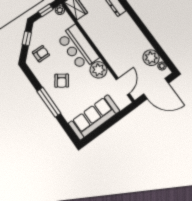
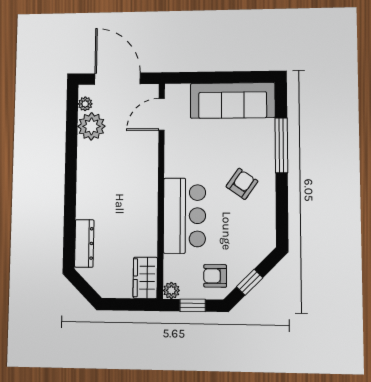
armchair: (41, 54) -> (215, 276), moved
plant: (98, 70) -> (179, 162), removed
window: (49, 102) -> (281, 145), moved

